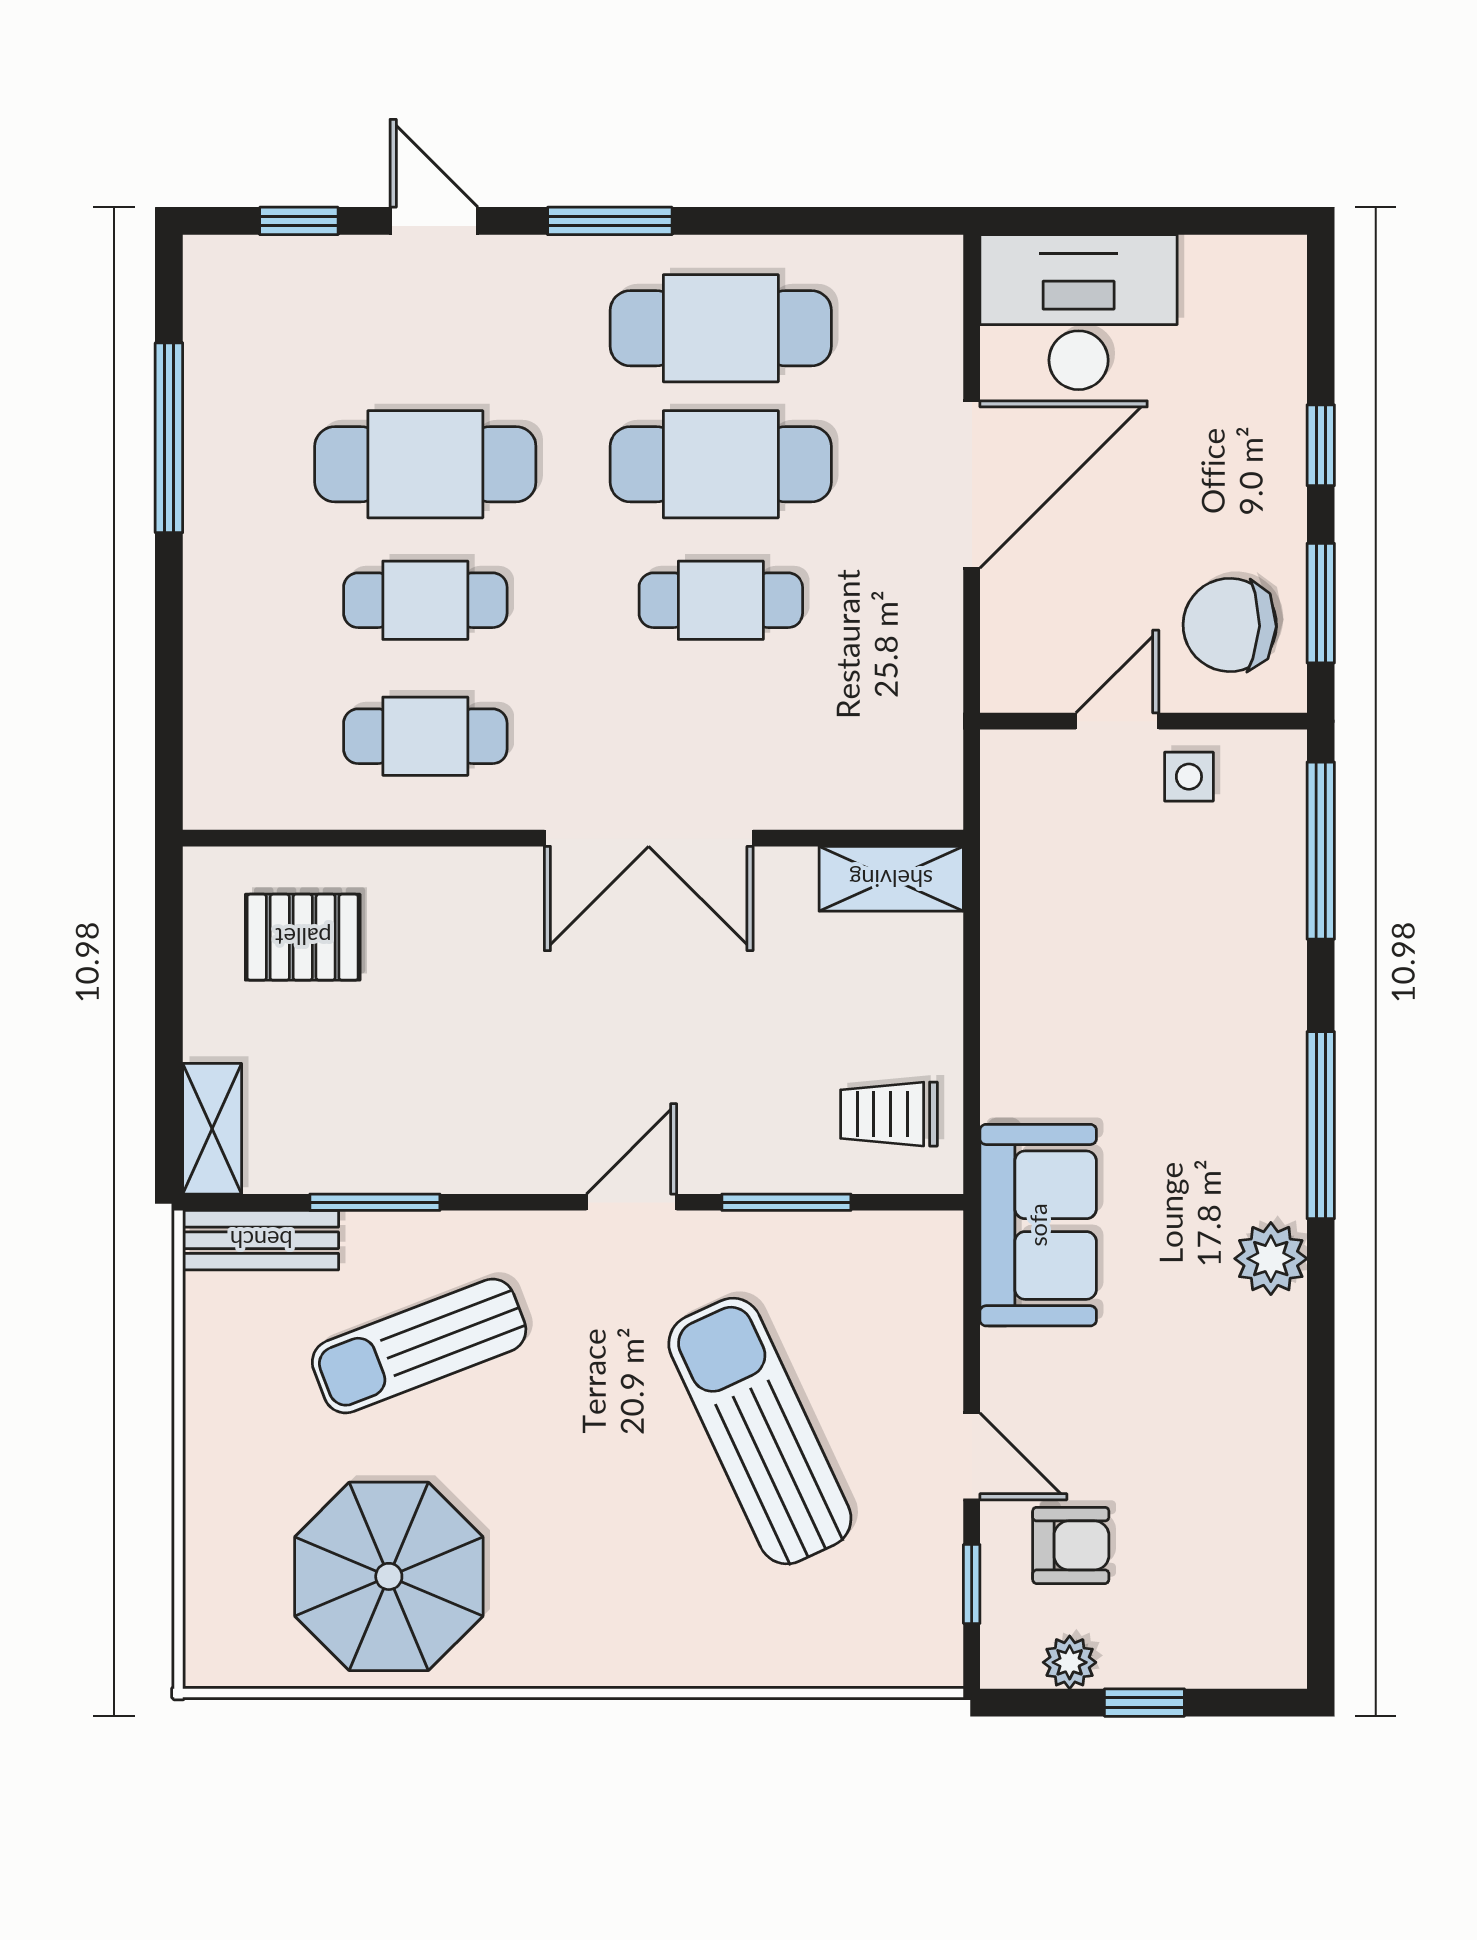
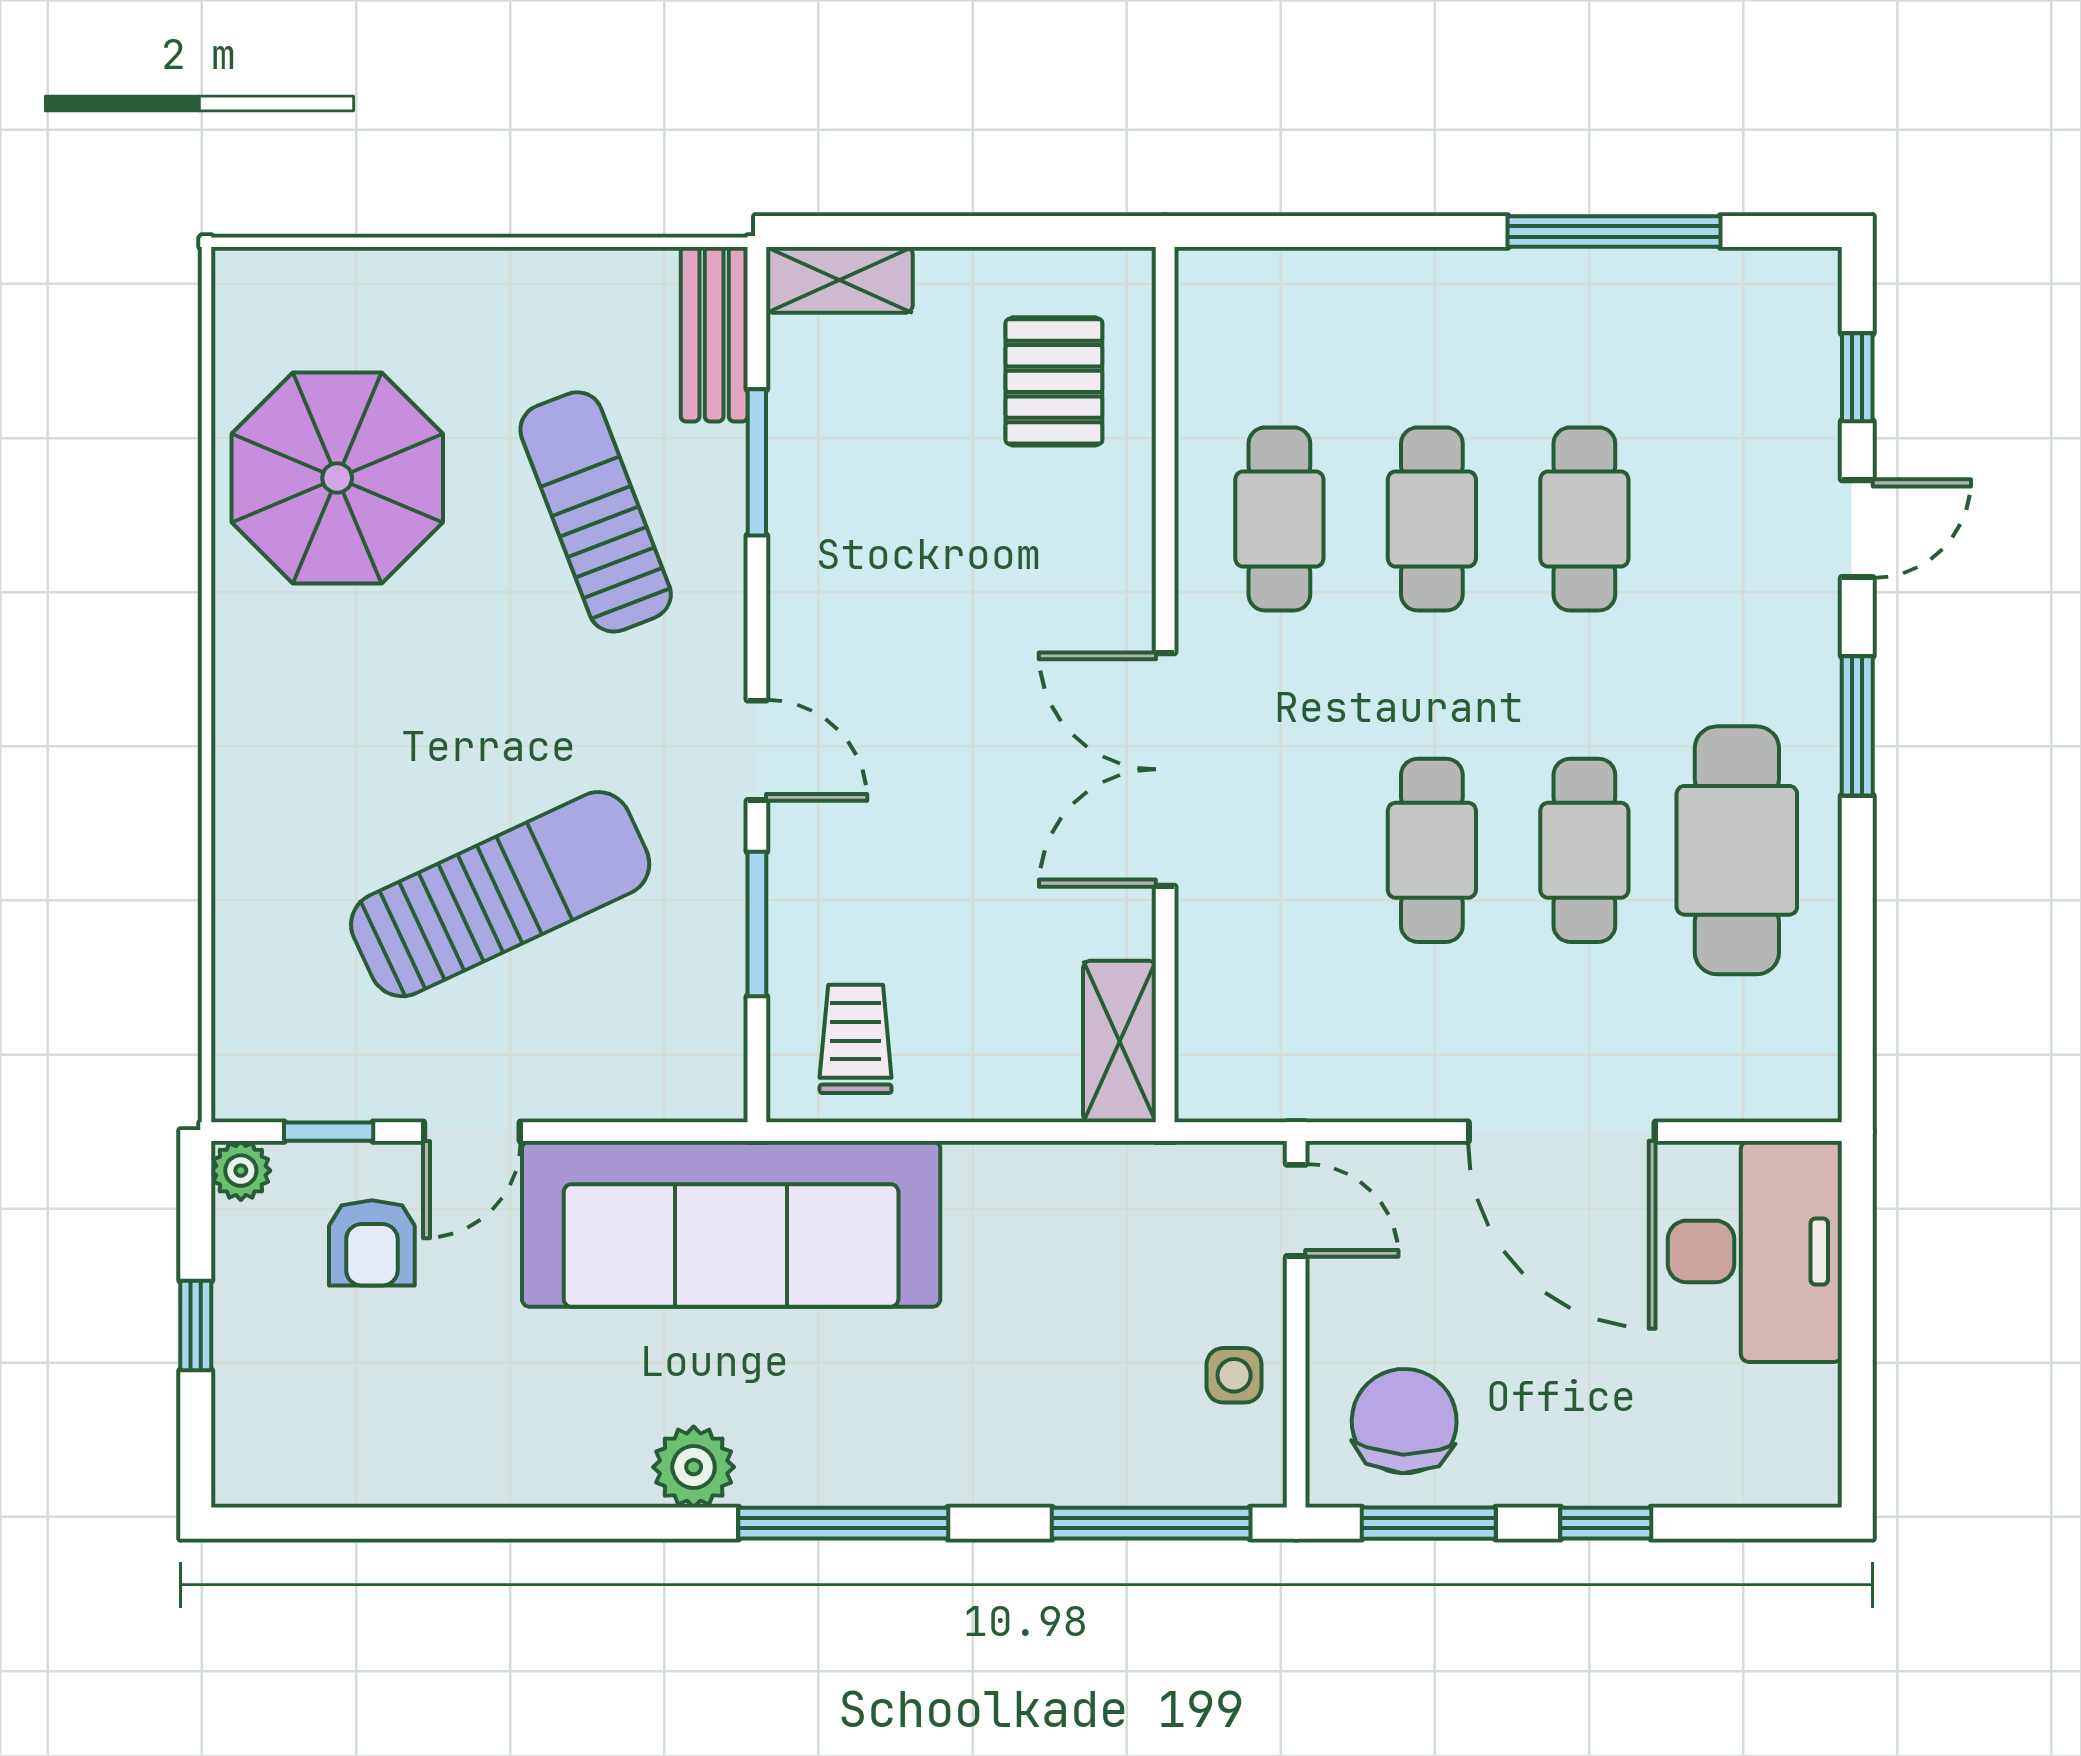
cafe table: (425, 464) -> (1584, 519), width x0.73, depth x0.74
cafe table: (721, 464) -> (1584, 850), width x0.73, depth x0.74
door: (1117, 721) -> (1296, 1210), moved
sofa: (1038, 1225) -> (731, 1224), width x1.85, depth x1.27
plant: (1070, 1662) -> (241, 1171), moved

